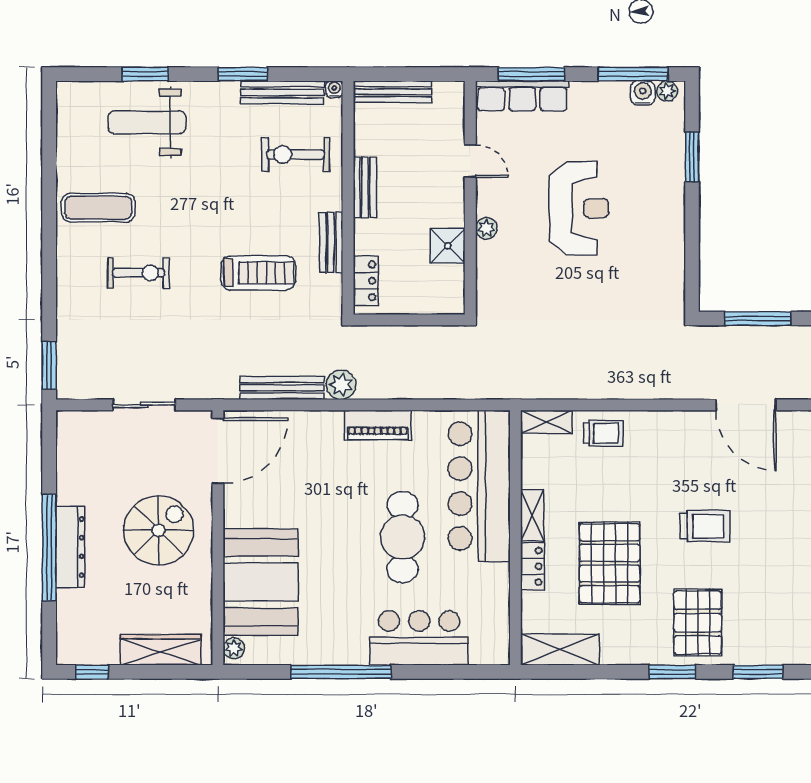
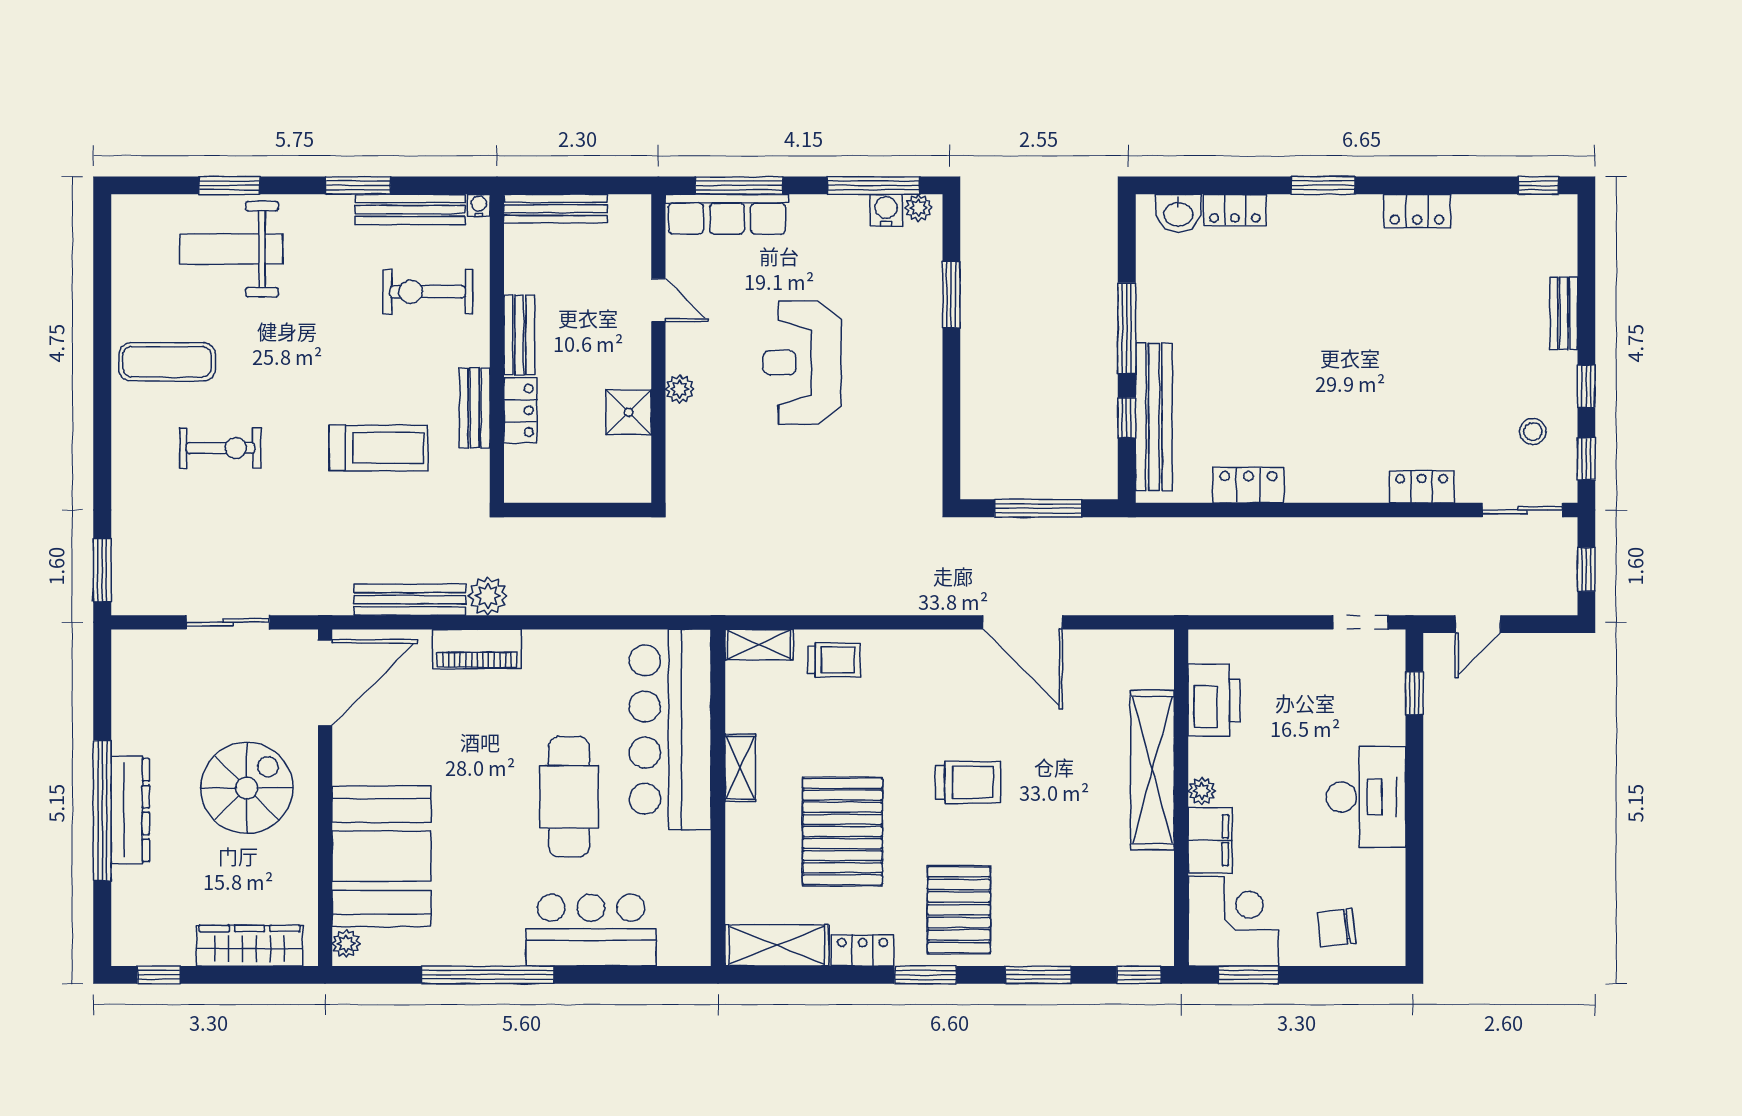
reception desk: (579, 208) -> (802, 363), turned 180
locker: (366, 281) -> (520, 410), moved
piano: (378, 425) -> (477, 649), moved
locker: (533, 566) -> (863, 950), moved, turned -90

